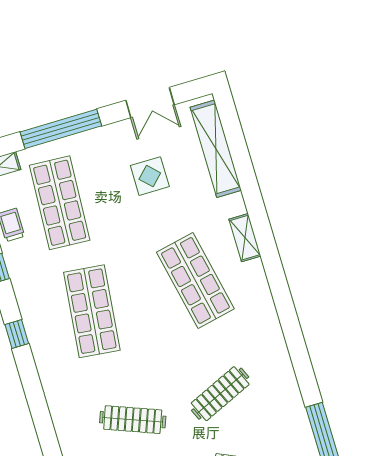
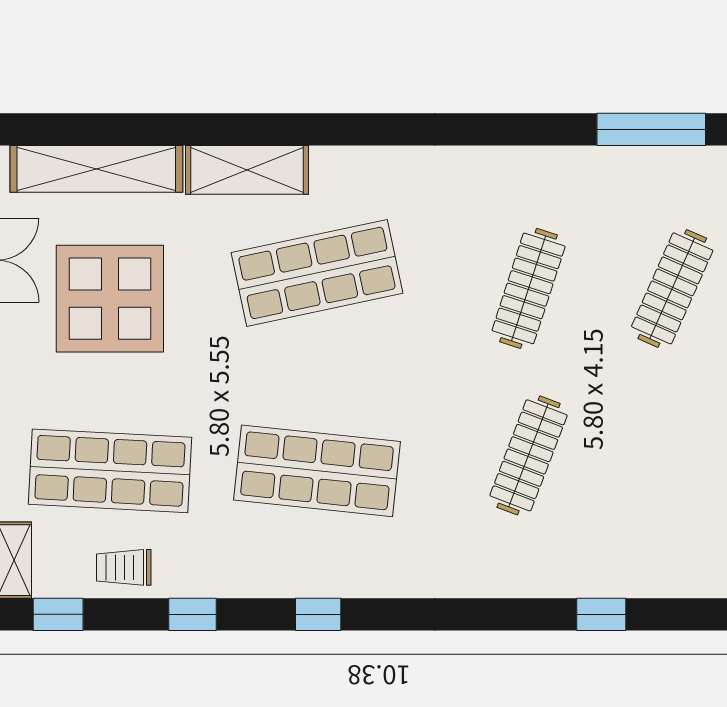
display table: (150, 176) -> (110, 299), width x1.86, depth x1.86
shelving: (245, 238) -> (247, 170), width x1.50, depth x1.33
clothes rail: (220, 394) -> (529, 288), turned 42

